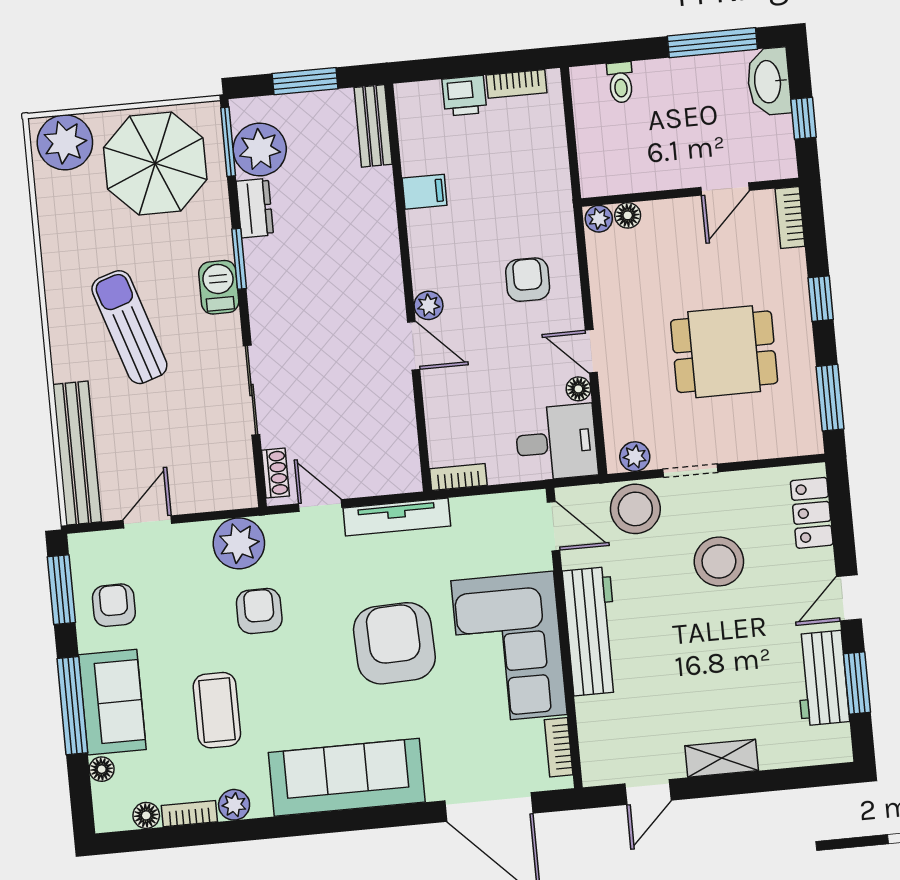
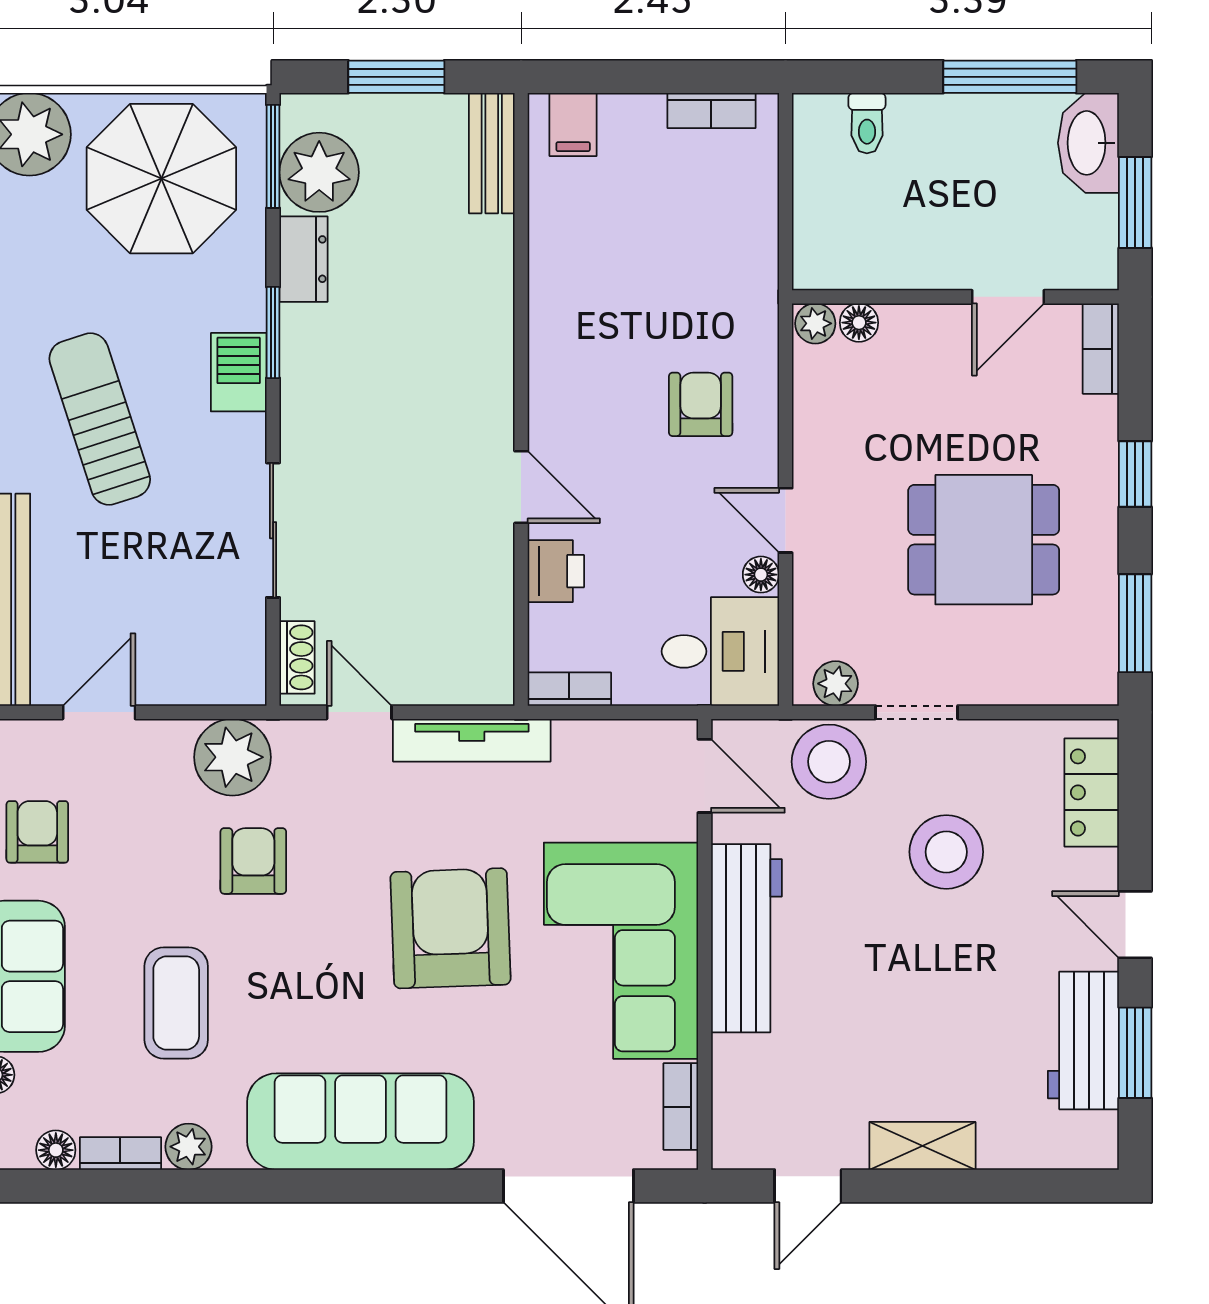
printer: (464, 96) -> (556, 571), moved, turned -90
window: (804, 118) -> (1135, 202), width x1.50
filing cabinet: (425, 192) -> (573, 125), moved, turned 90
plant: (429, 305) -> (549, 429), removed
door: (849, 598) -> (1135, 925), hinge flipped

